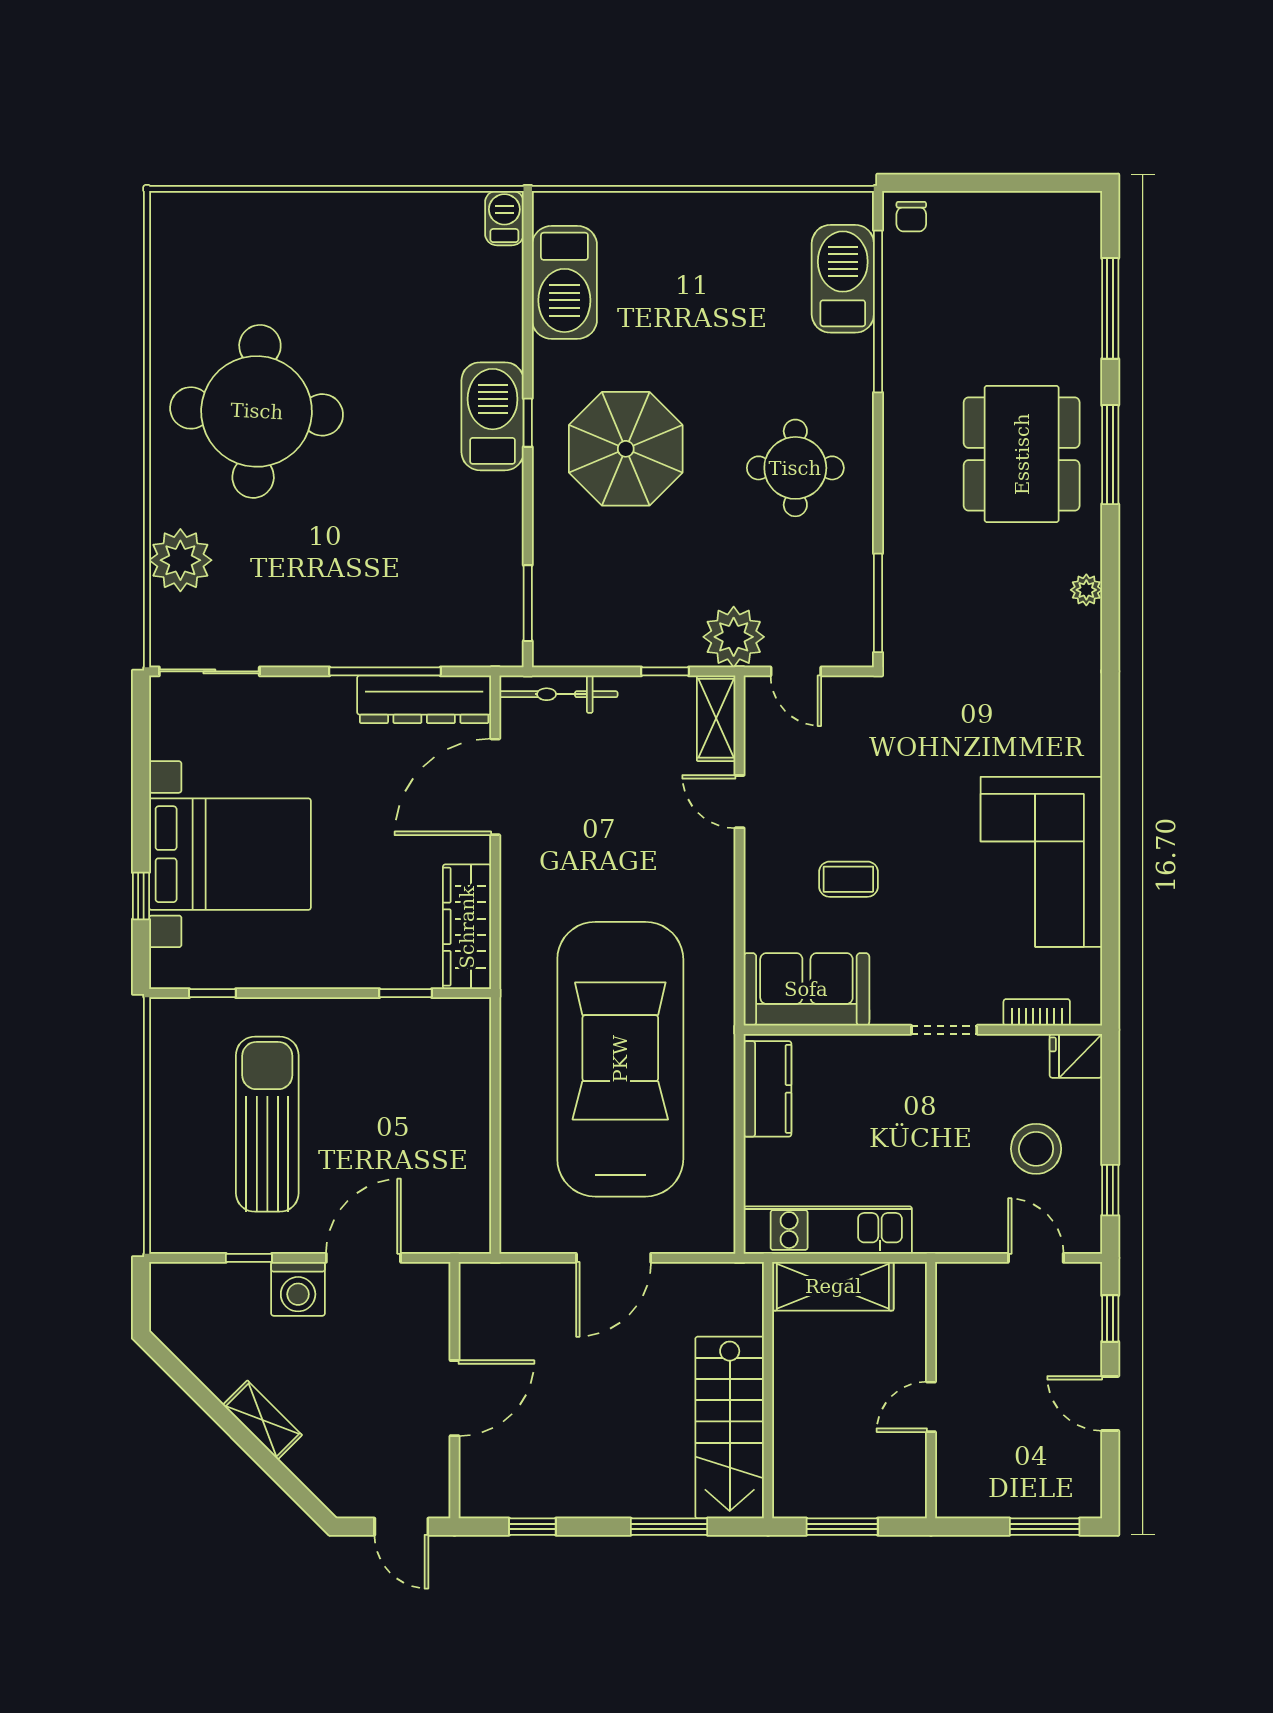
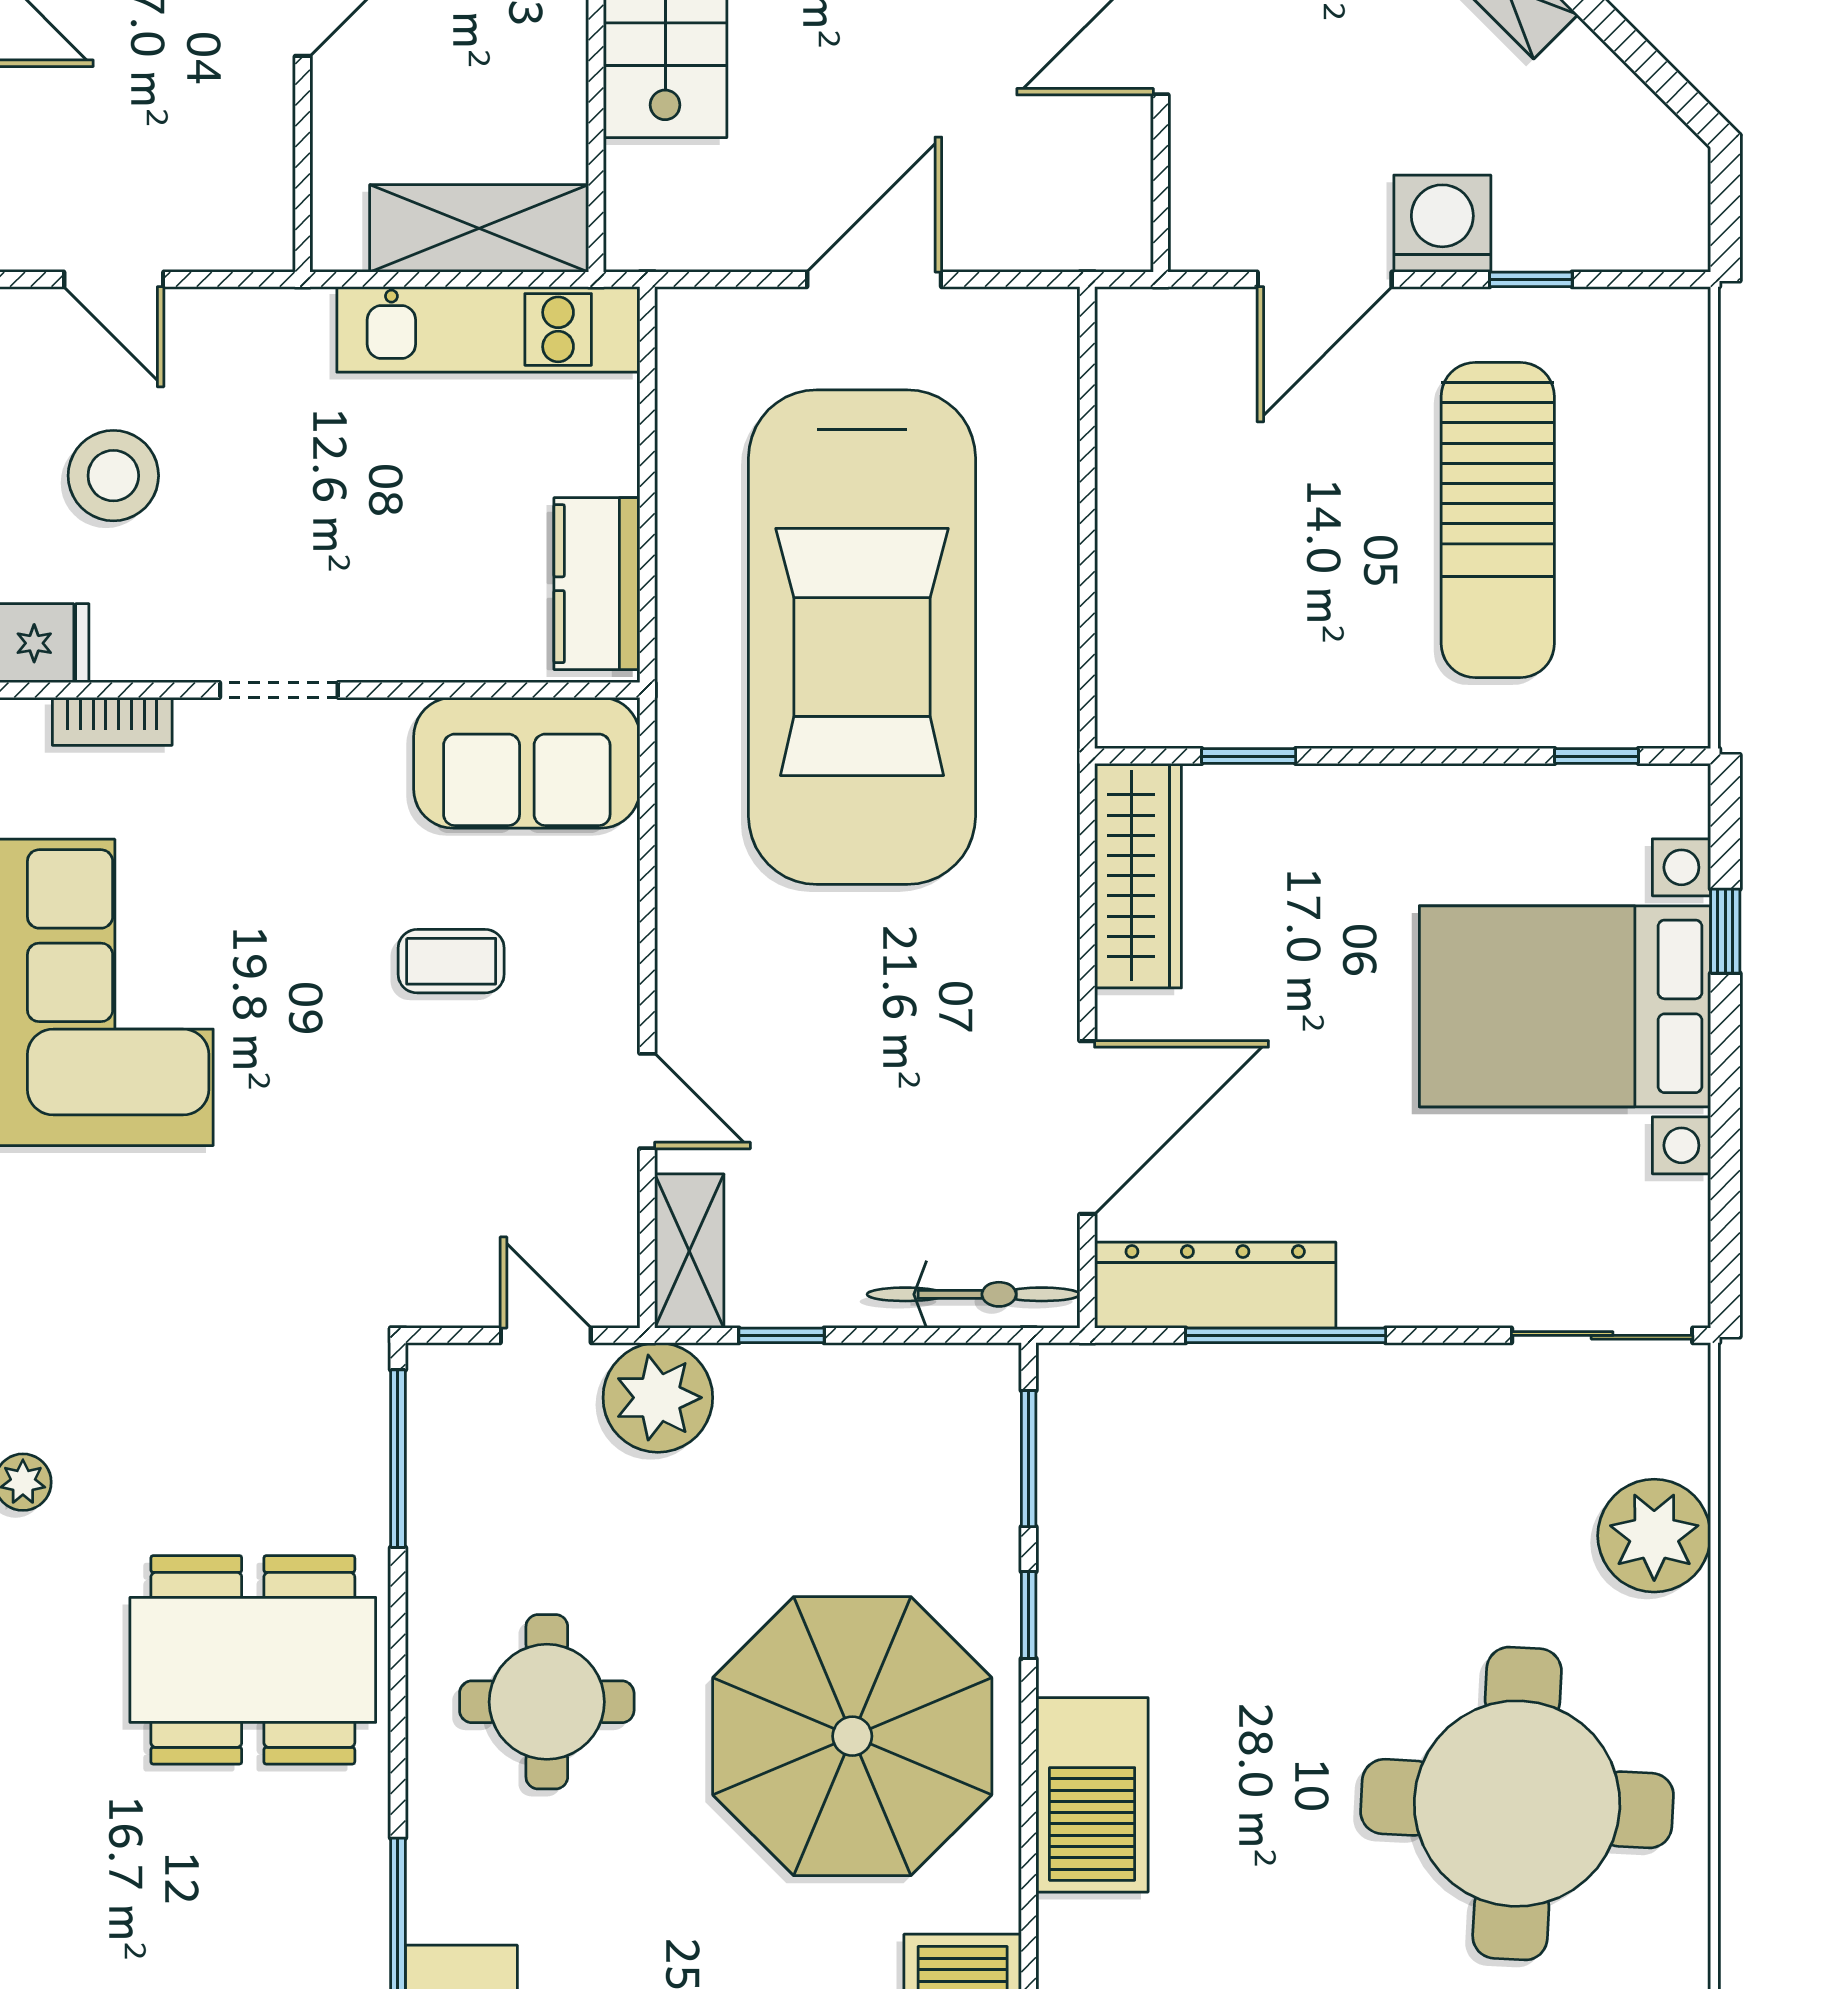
window: (528, 423) -> (1029, 1615), moved
parasol: (626, 449) -> (852, 1736), width x1.36, depth x1.36
dining table: (1022, 454) -> (253, 1660), moved, turned 90

